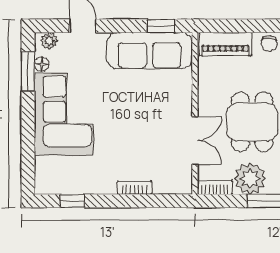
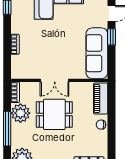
window: (161, 26) -> (112, 37), moved
double door: (195, 140) -> (55, 80), moved

